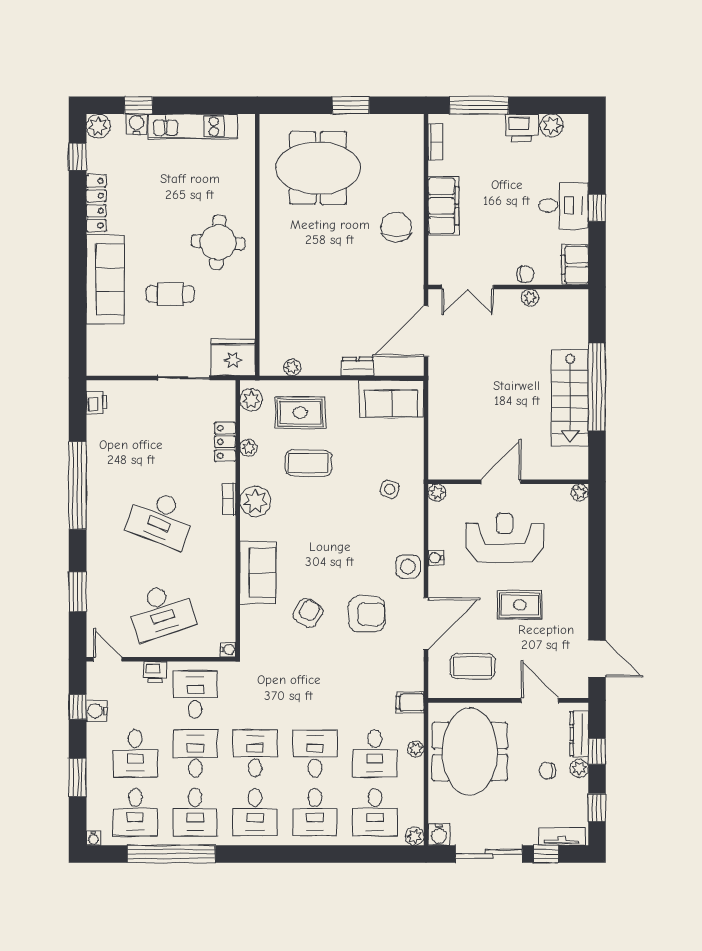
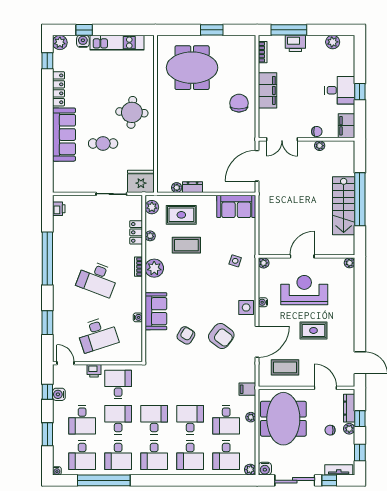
printer: (522, 128) -> (295, 43), moved
dresser: (358, 367) -> (193, 187), moved
armchair: (367, 614) -> (221, 336), turned 37
water cooler: (228, 649) -> (138, 317), moved

